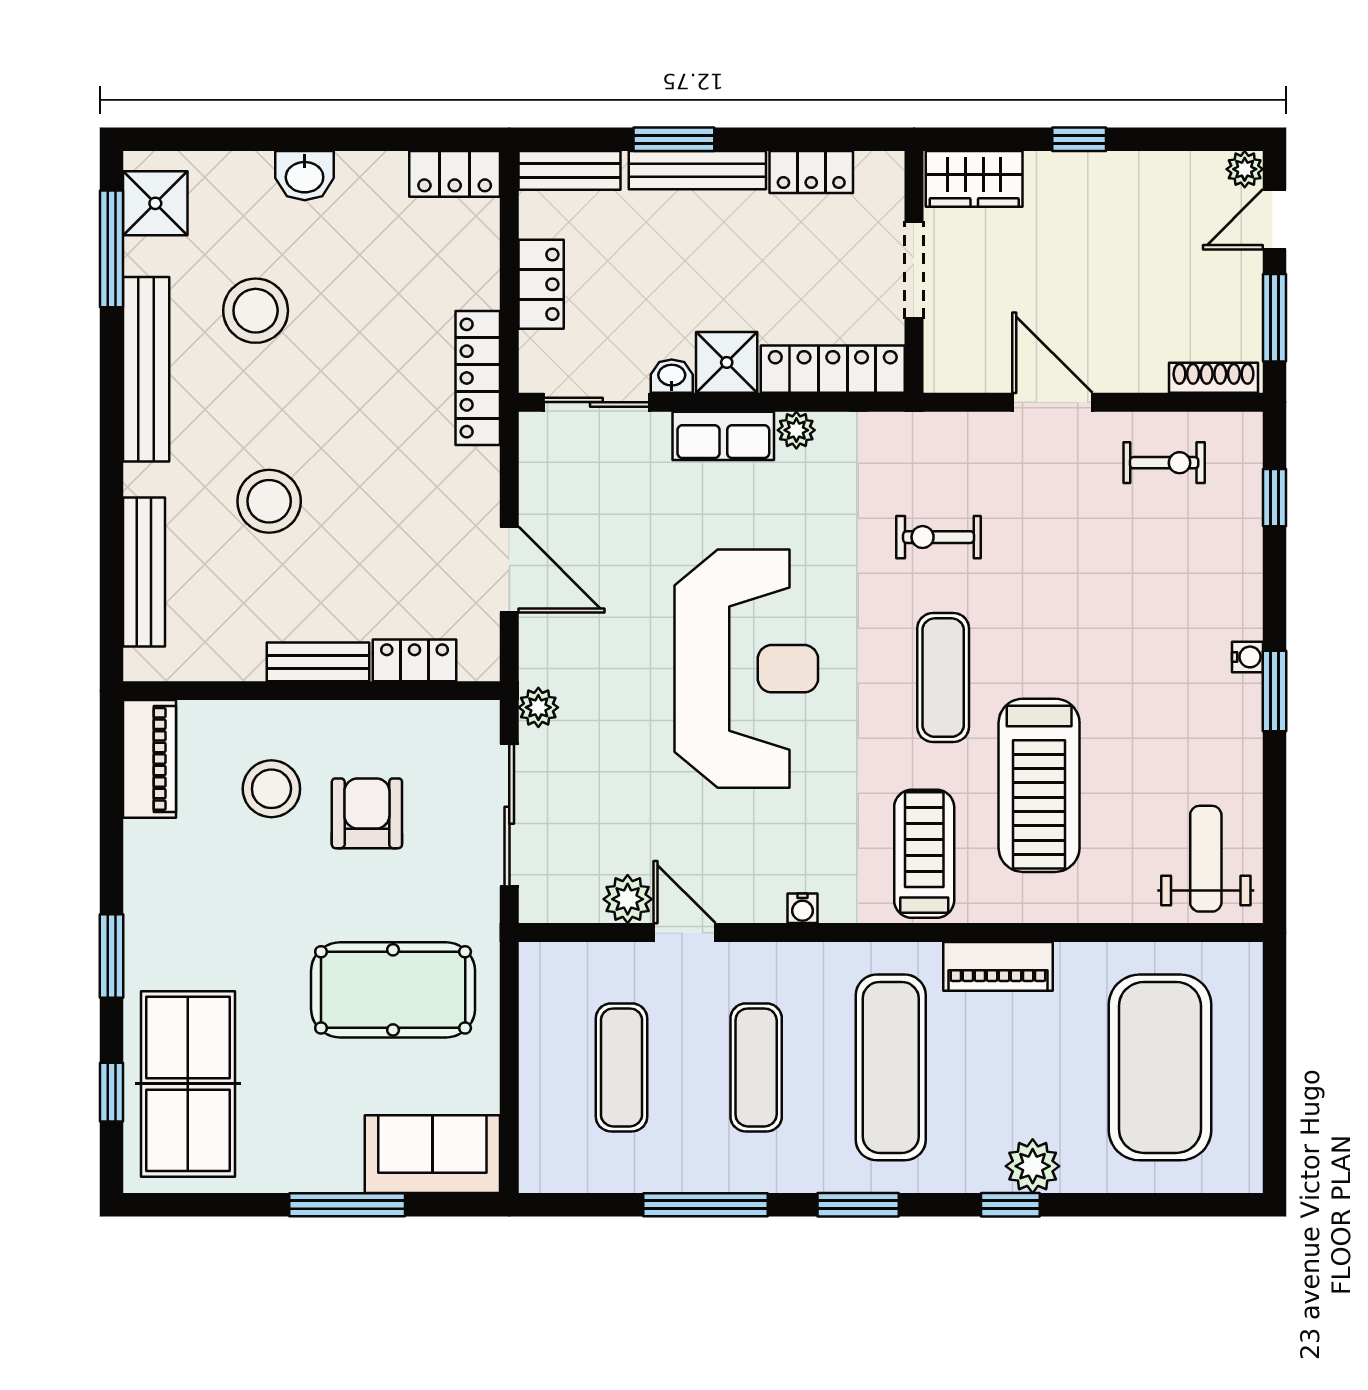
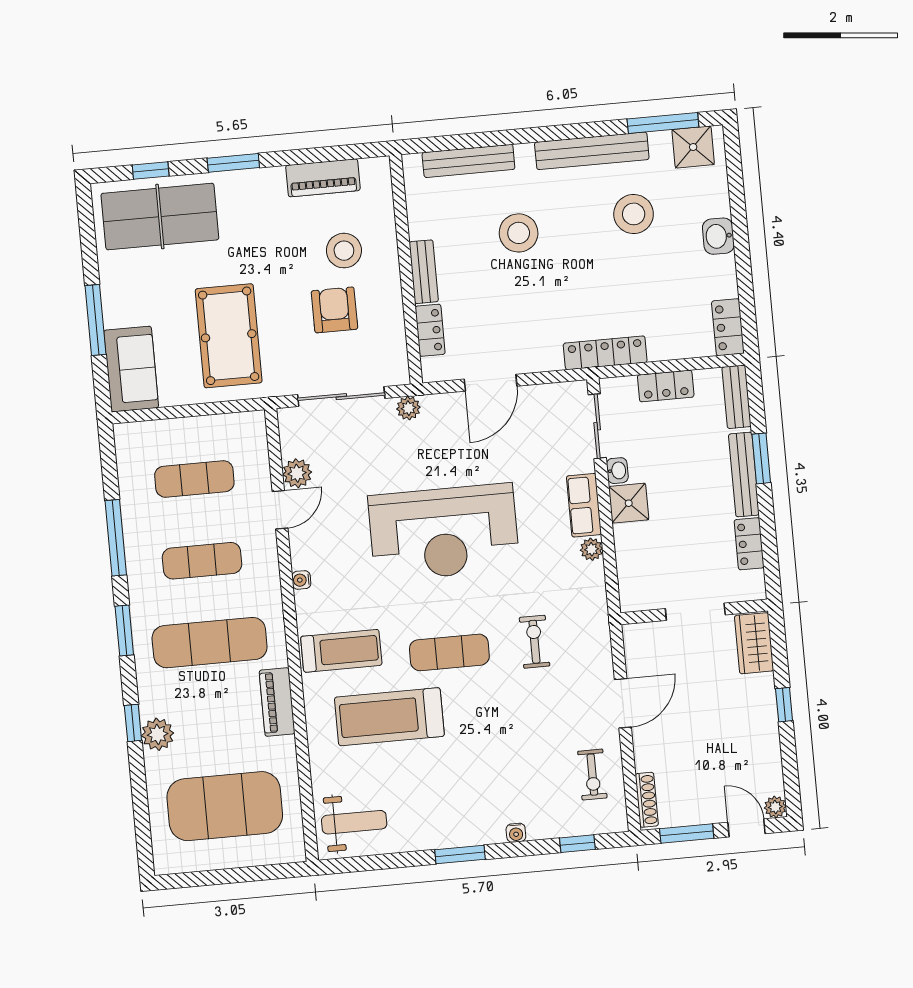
locker: (833, 369) -> (631, 568), removed
water cooler: (1248, 657) -> (516, 833), moved
piano: (150, 759) -> (323, 178), moved
armchair: (367, 813) -> (334, 310), turned -90

